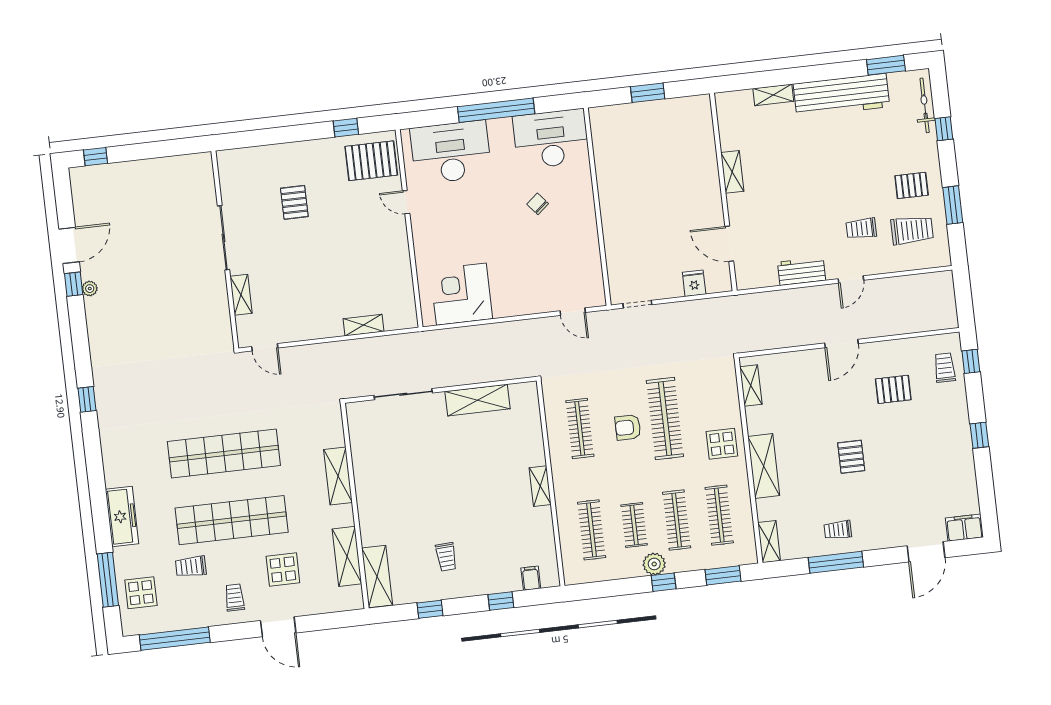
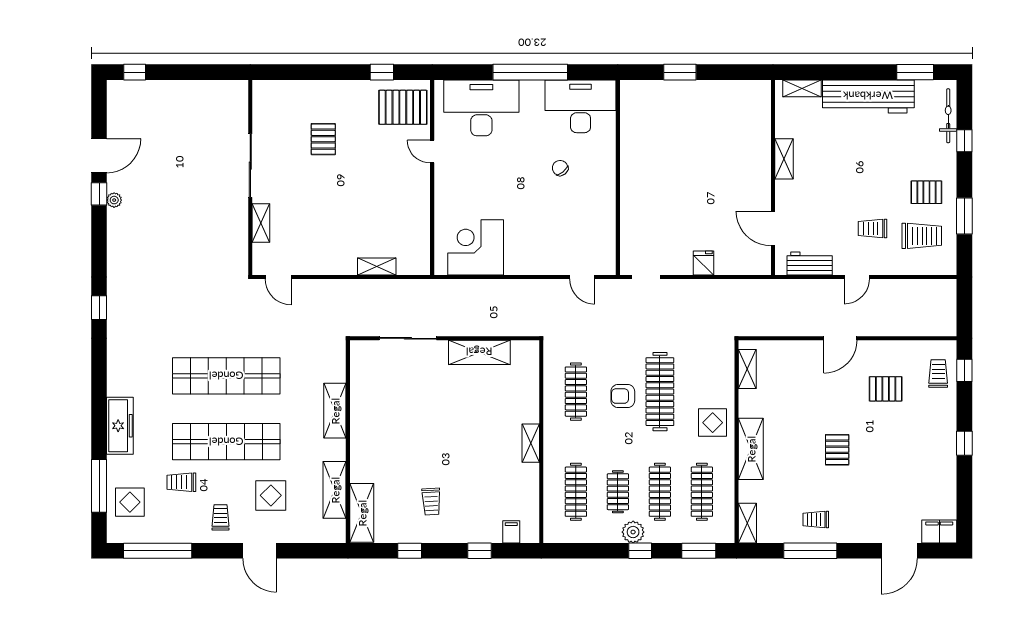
shelving: (732, 172) -> (784, 159), moved
wall: (723, 192) -> (773, 177), moved
door: (729, 244) -> (773, 229), moved

